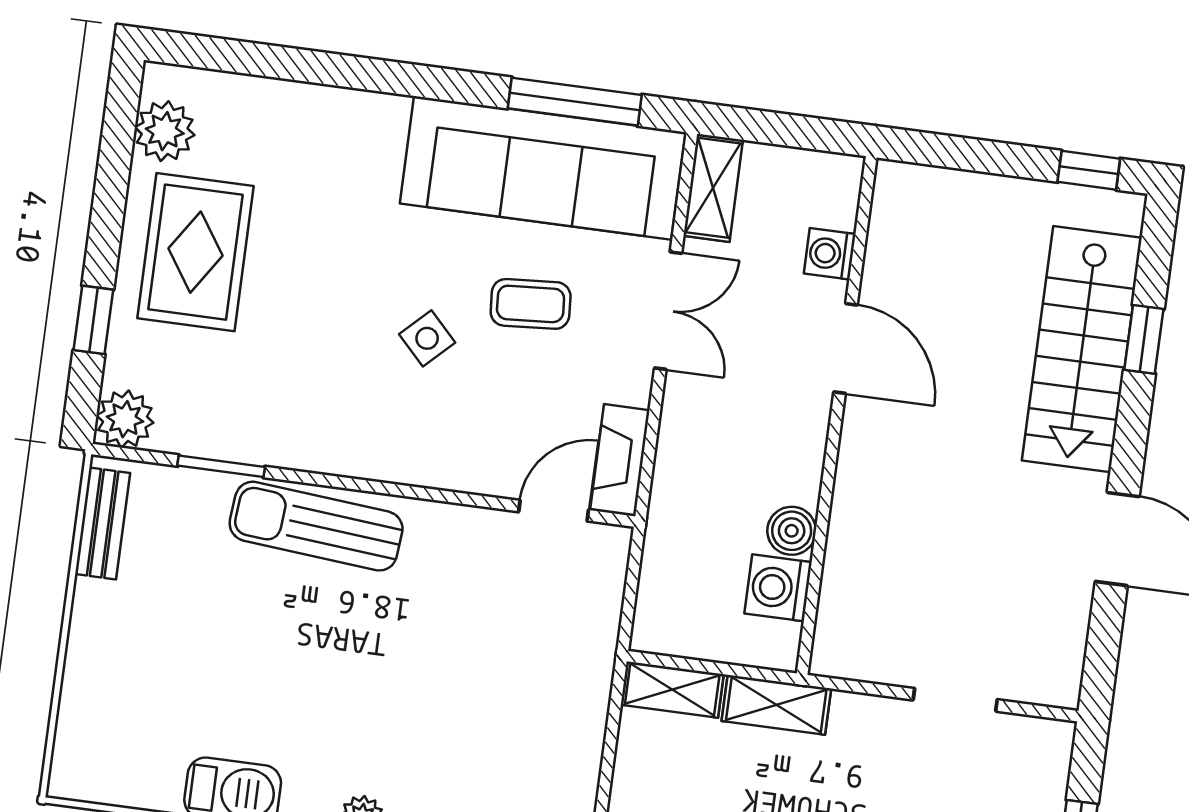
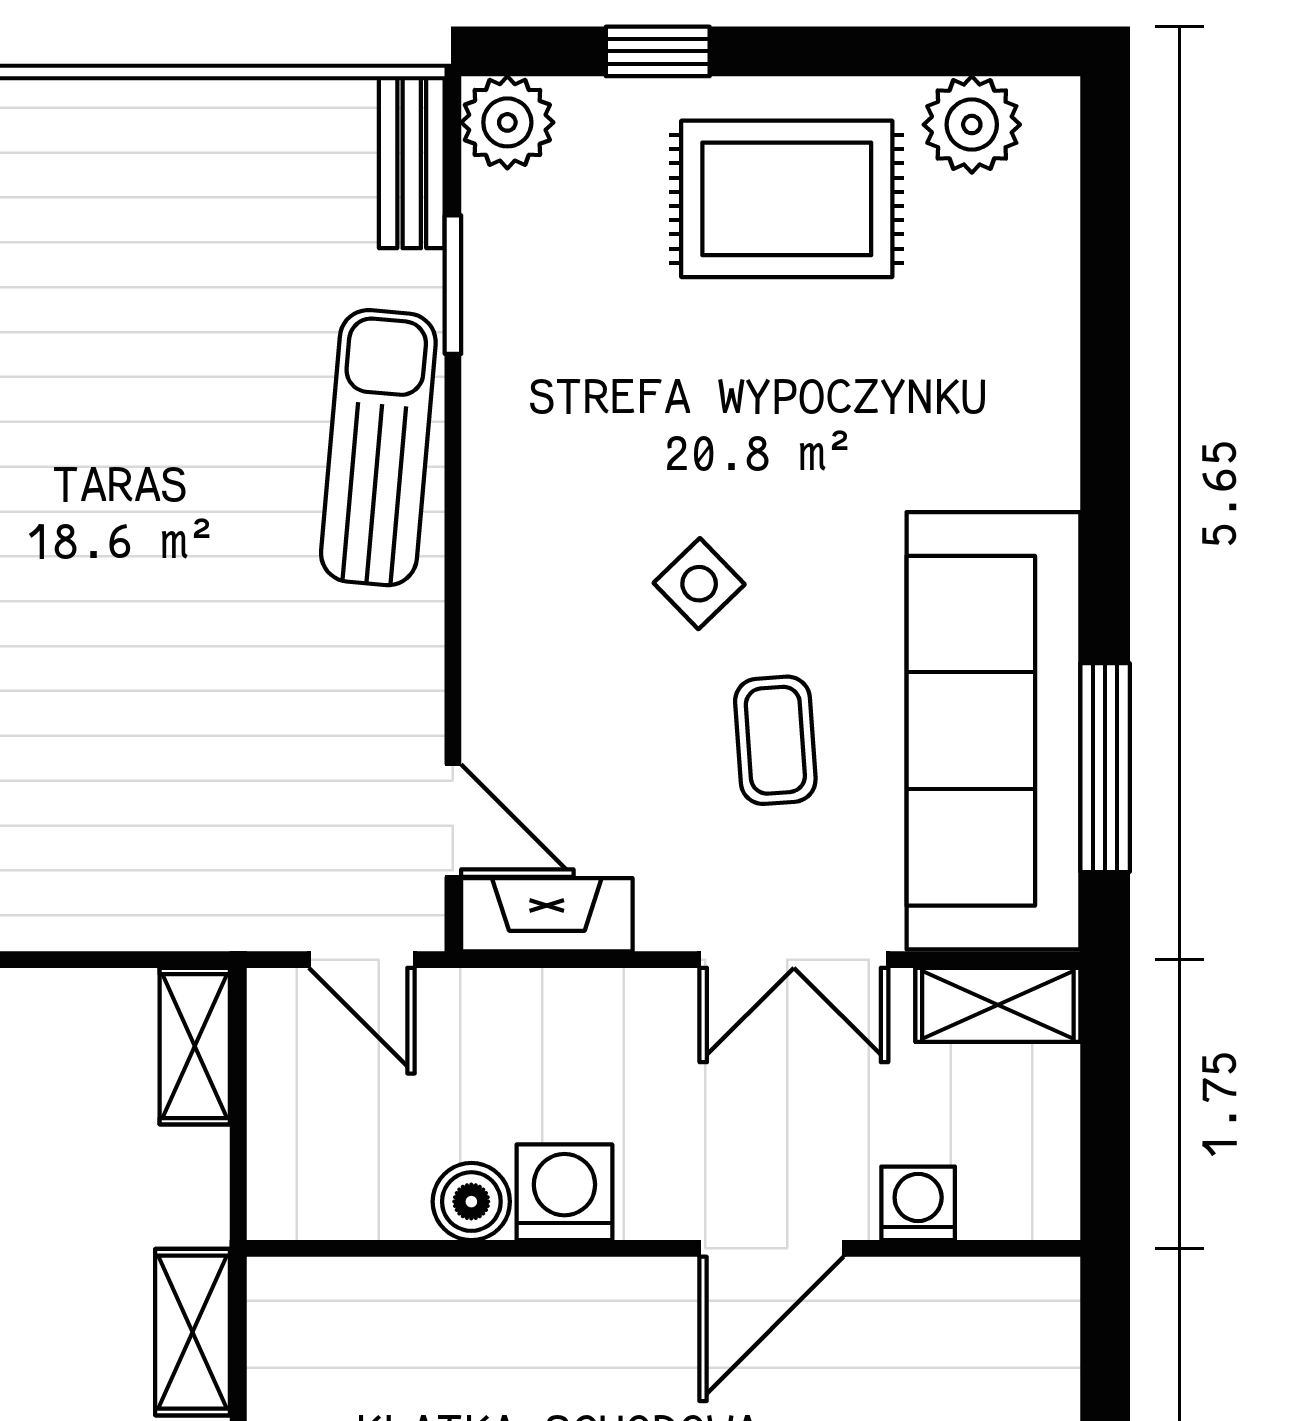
bench: (103, 523) -> (412, 162), moved, turned 90
door: (632, 579) -> (362, 960), added
washing machine: (778, 588) -> (564, 1192), moved
shelving: (776, 705) -> (193, 1332), moved

